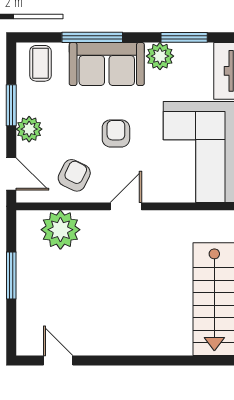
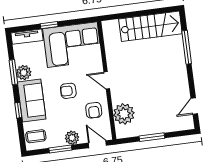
window: (92, 37) -> (18, 110), width x0.46
window: (184, 37) -> (13, 72), moved
door: (11, 174) -> (97, 144), hinge flipped
armchair: (74, 175) -> (94, 110), turned -116
window: (168, 360) -> (187, 47), added

